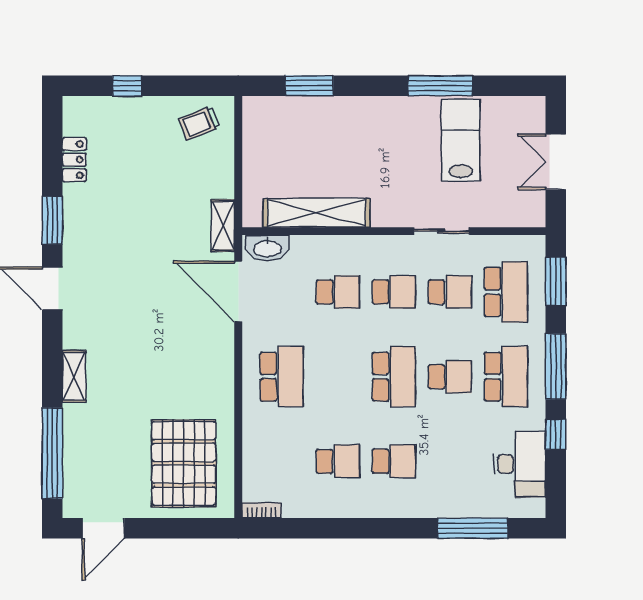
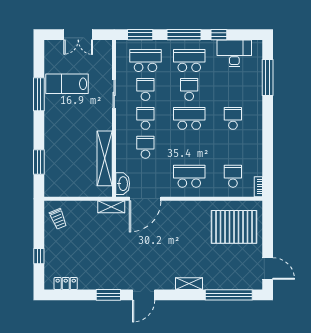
locker: (74, 160) -> (66, 283), moved
school desk: (338, 461) -> (233, 176), moved

